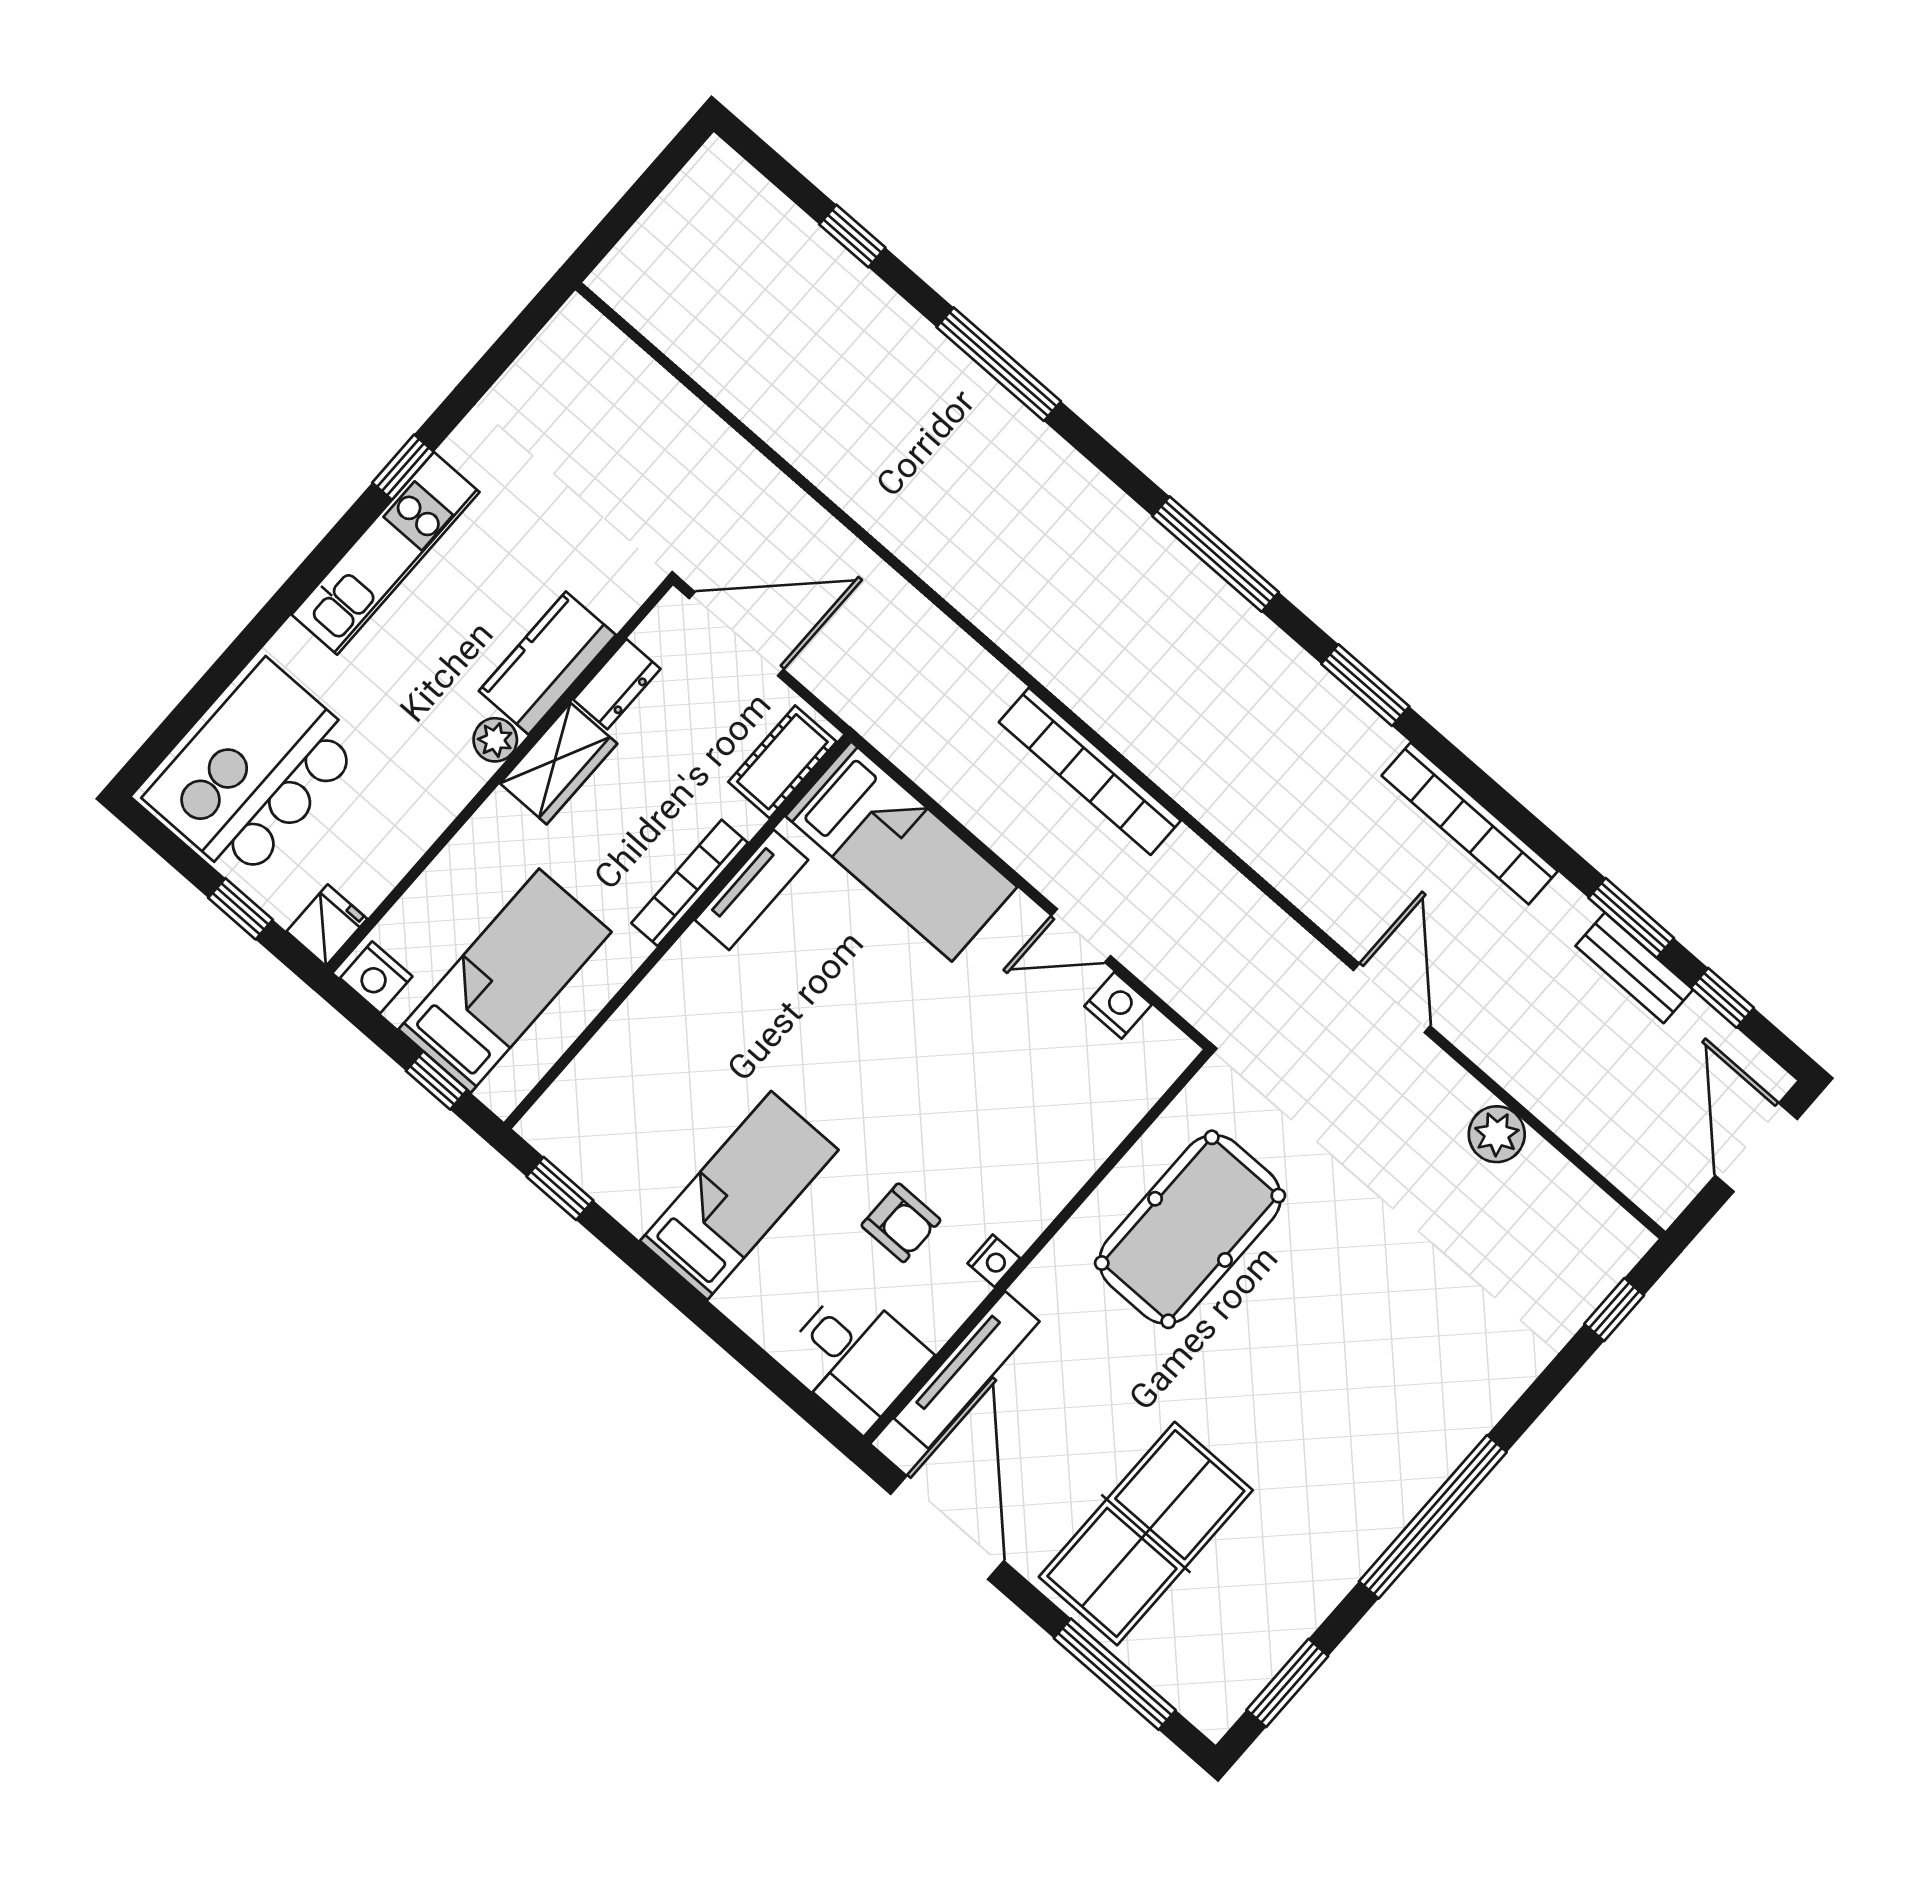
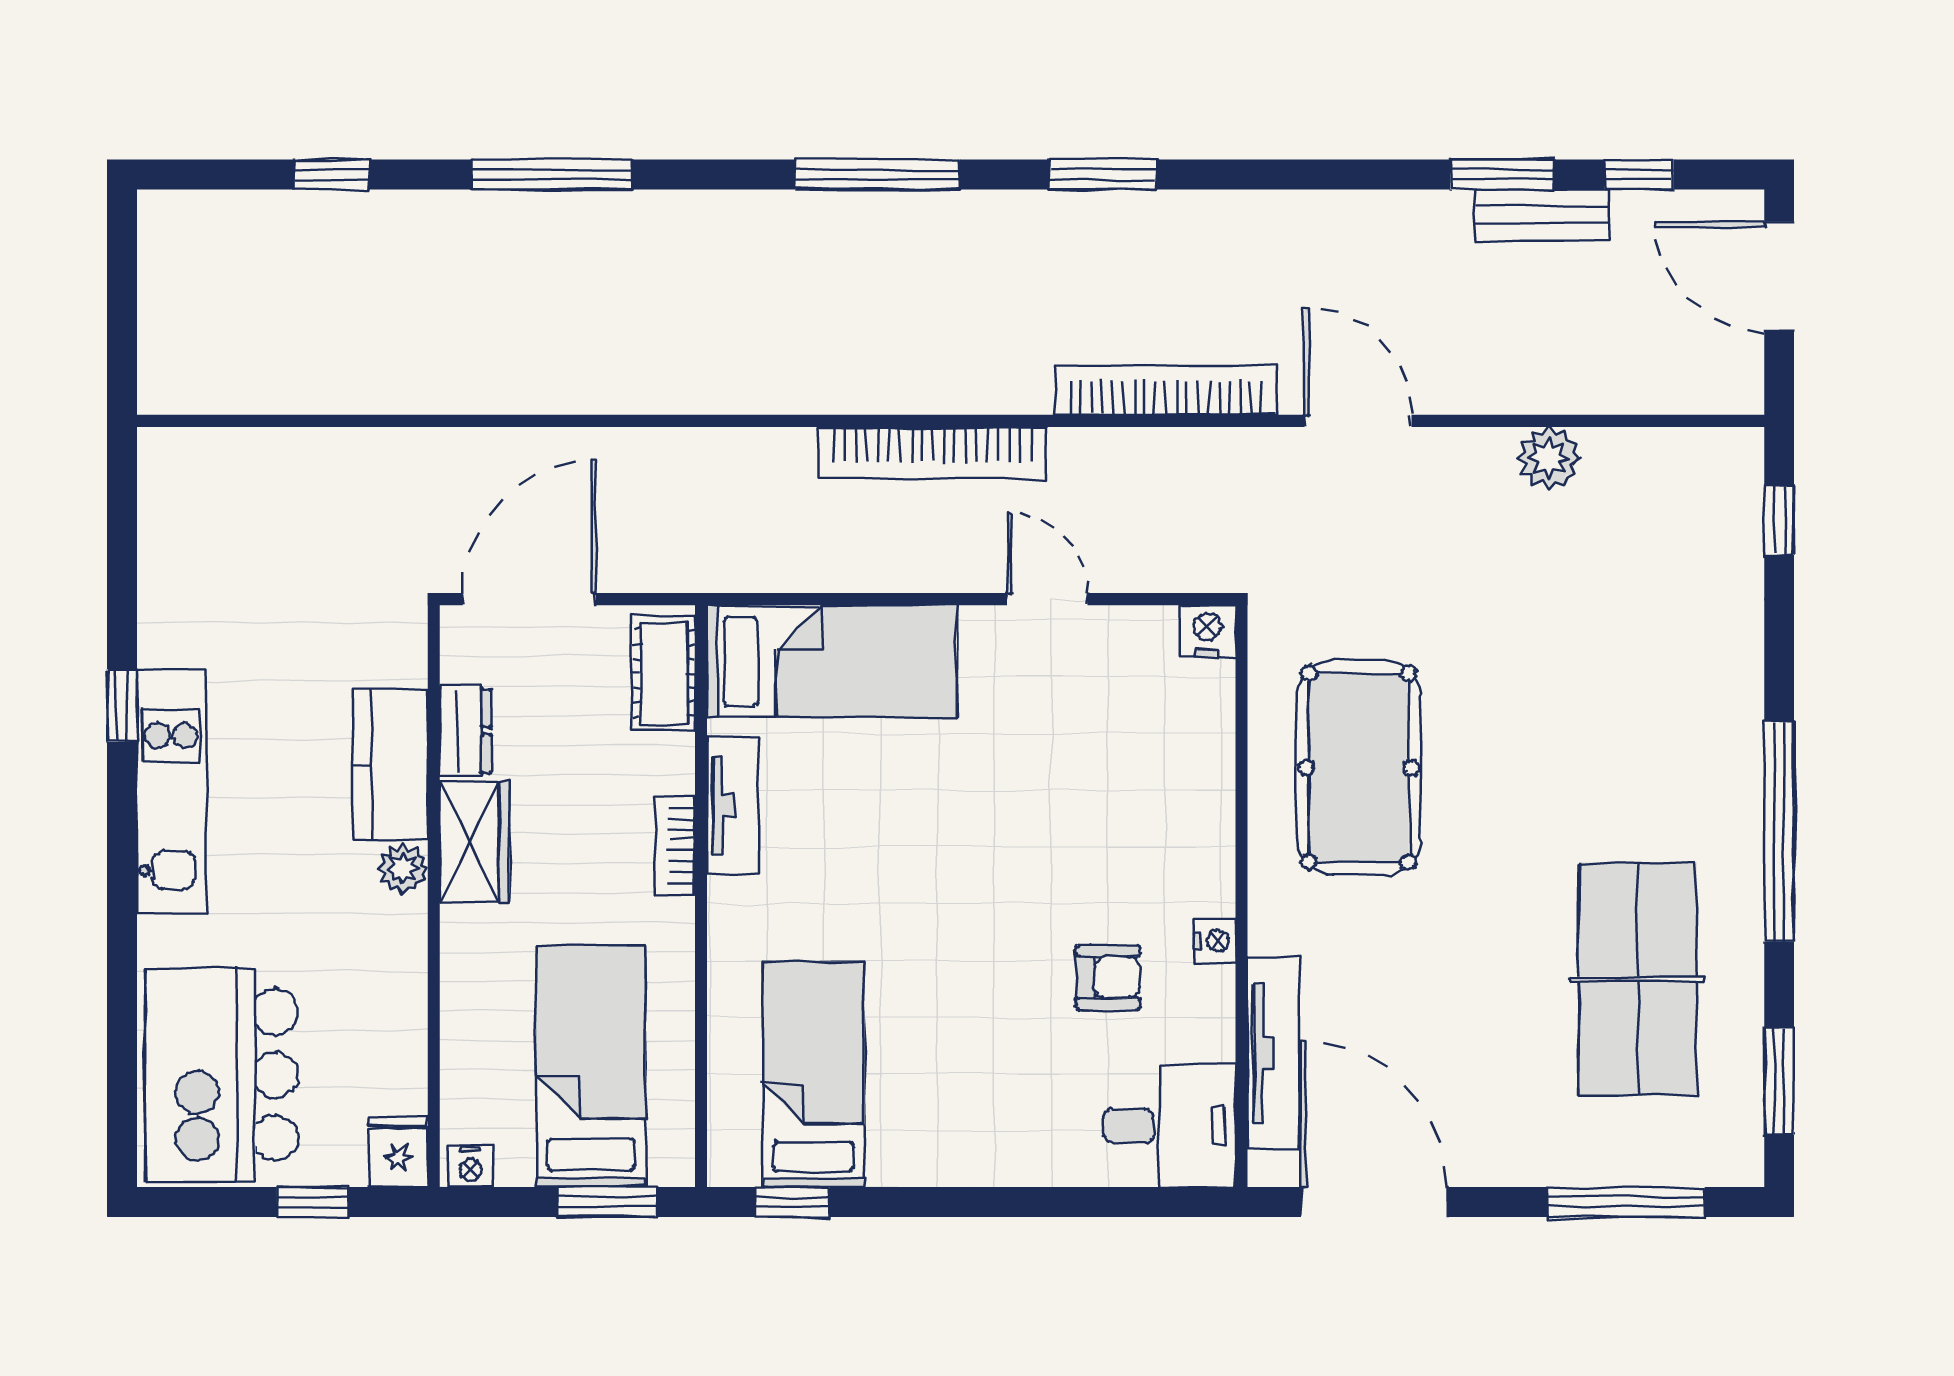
bookcase: (1470, 823) -> (1166, 390), moved, turned 180
bookcase: (690, 883) -> (675, 846), width x0.64
door: (1081, 936) -> (1047, 599), swing flipped
nightstand: (376, 977) -> (470, 1167), width x0.72, depth x0.74
nightstand: (1118, 1005) -> (1208, 631), moved
window: (437, 1080) -> (607, 1202), width x1.50
bed: (739, 1195) -> (814, 1075), moved
table tennis table: (1146, 1534) -> (1638, 979), moved

